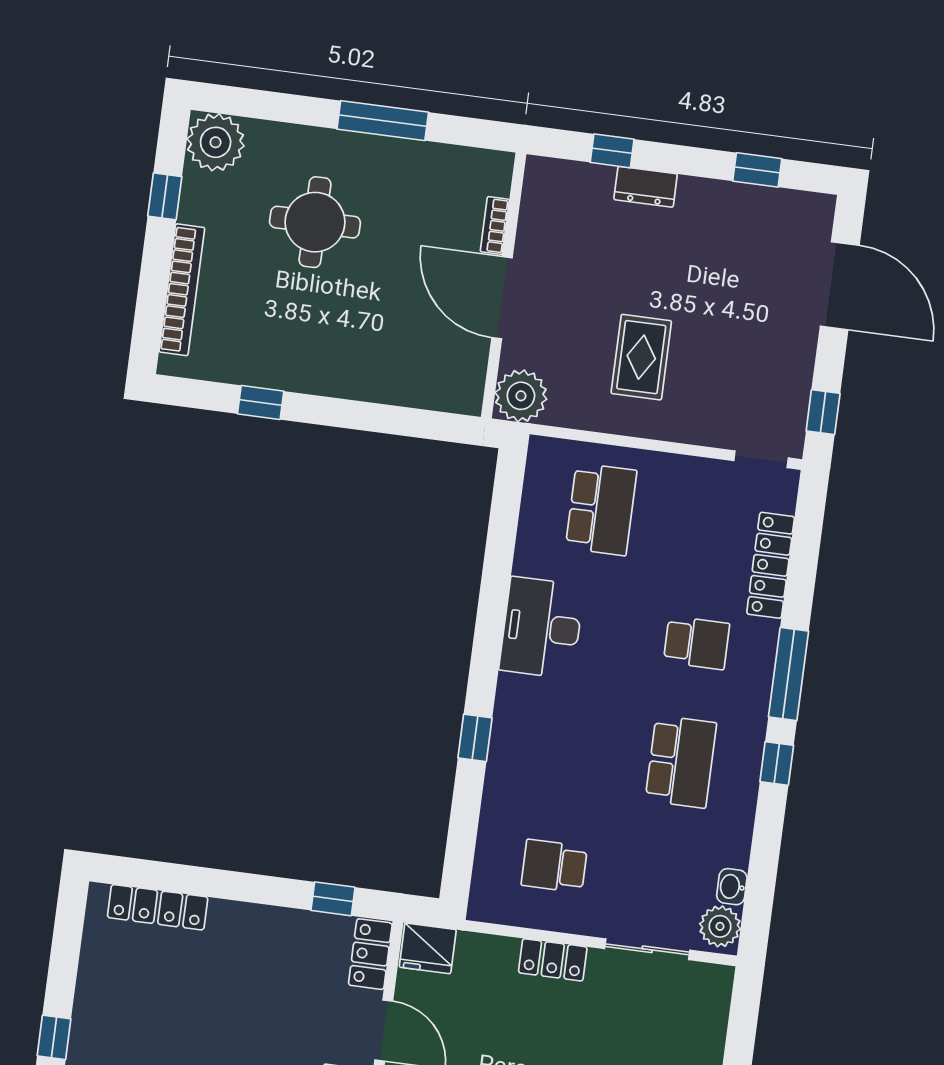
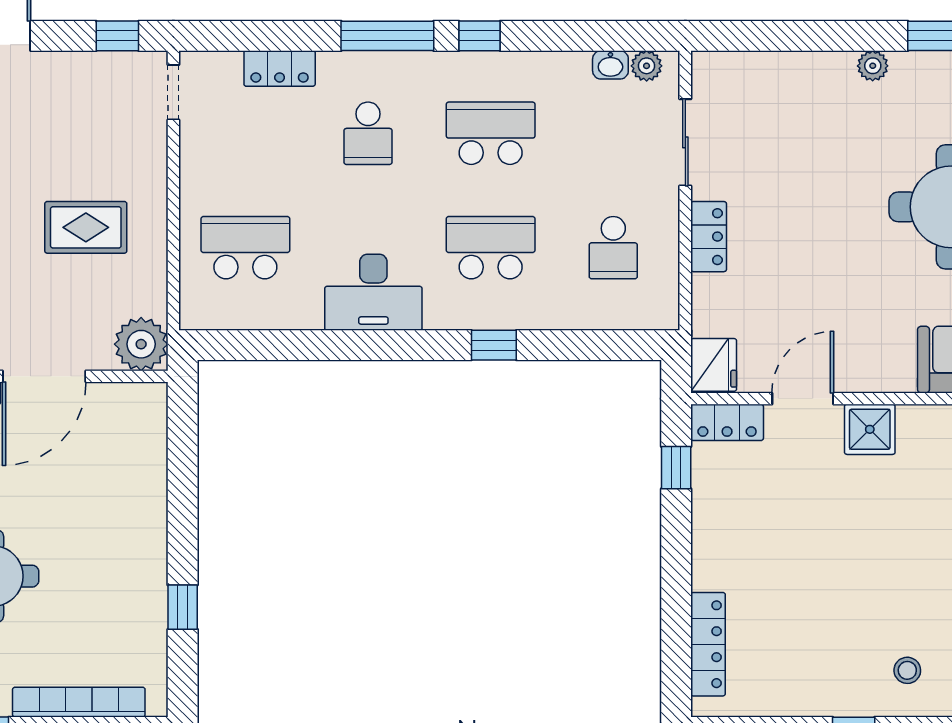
locker: (771, 565) -> (280, 68), width x0.66
school desk: (697, 643) -> (368, 133), turned 180
school desk: (570, 747) -> (491, 248), added
plant: (720, 926) -> (647, 66), width x0.73, depth x0.73

